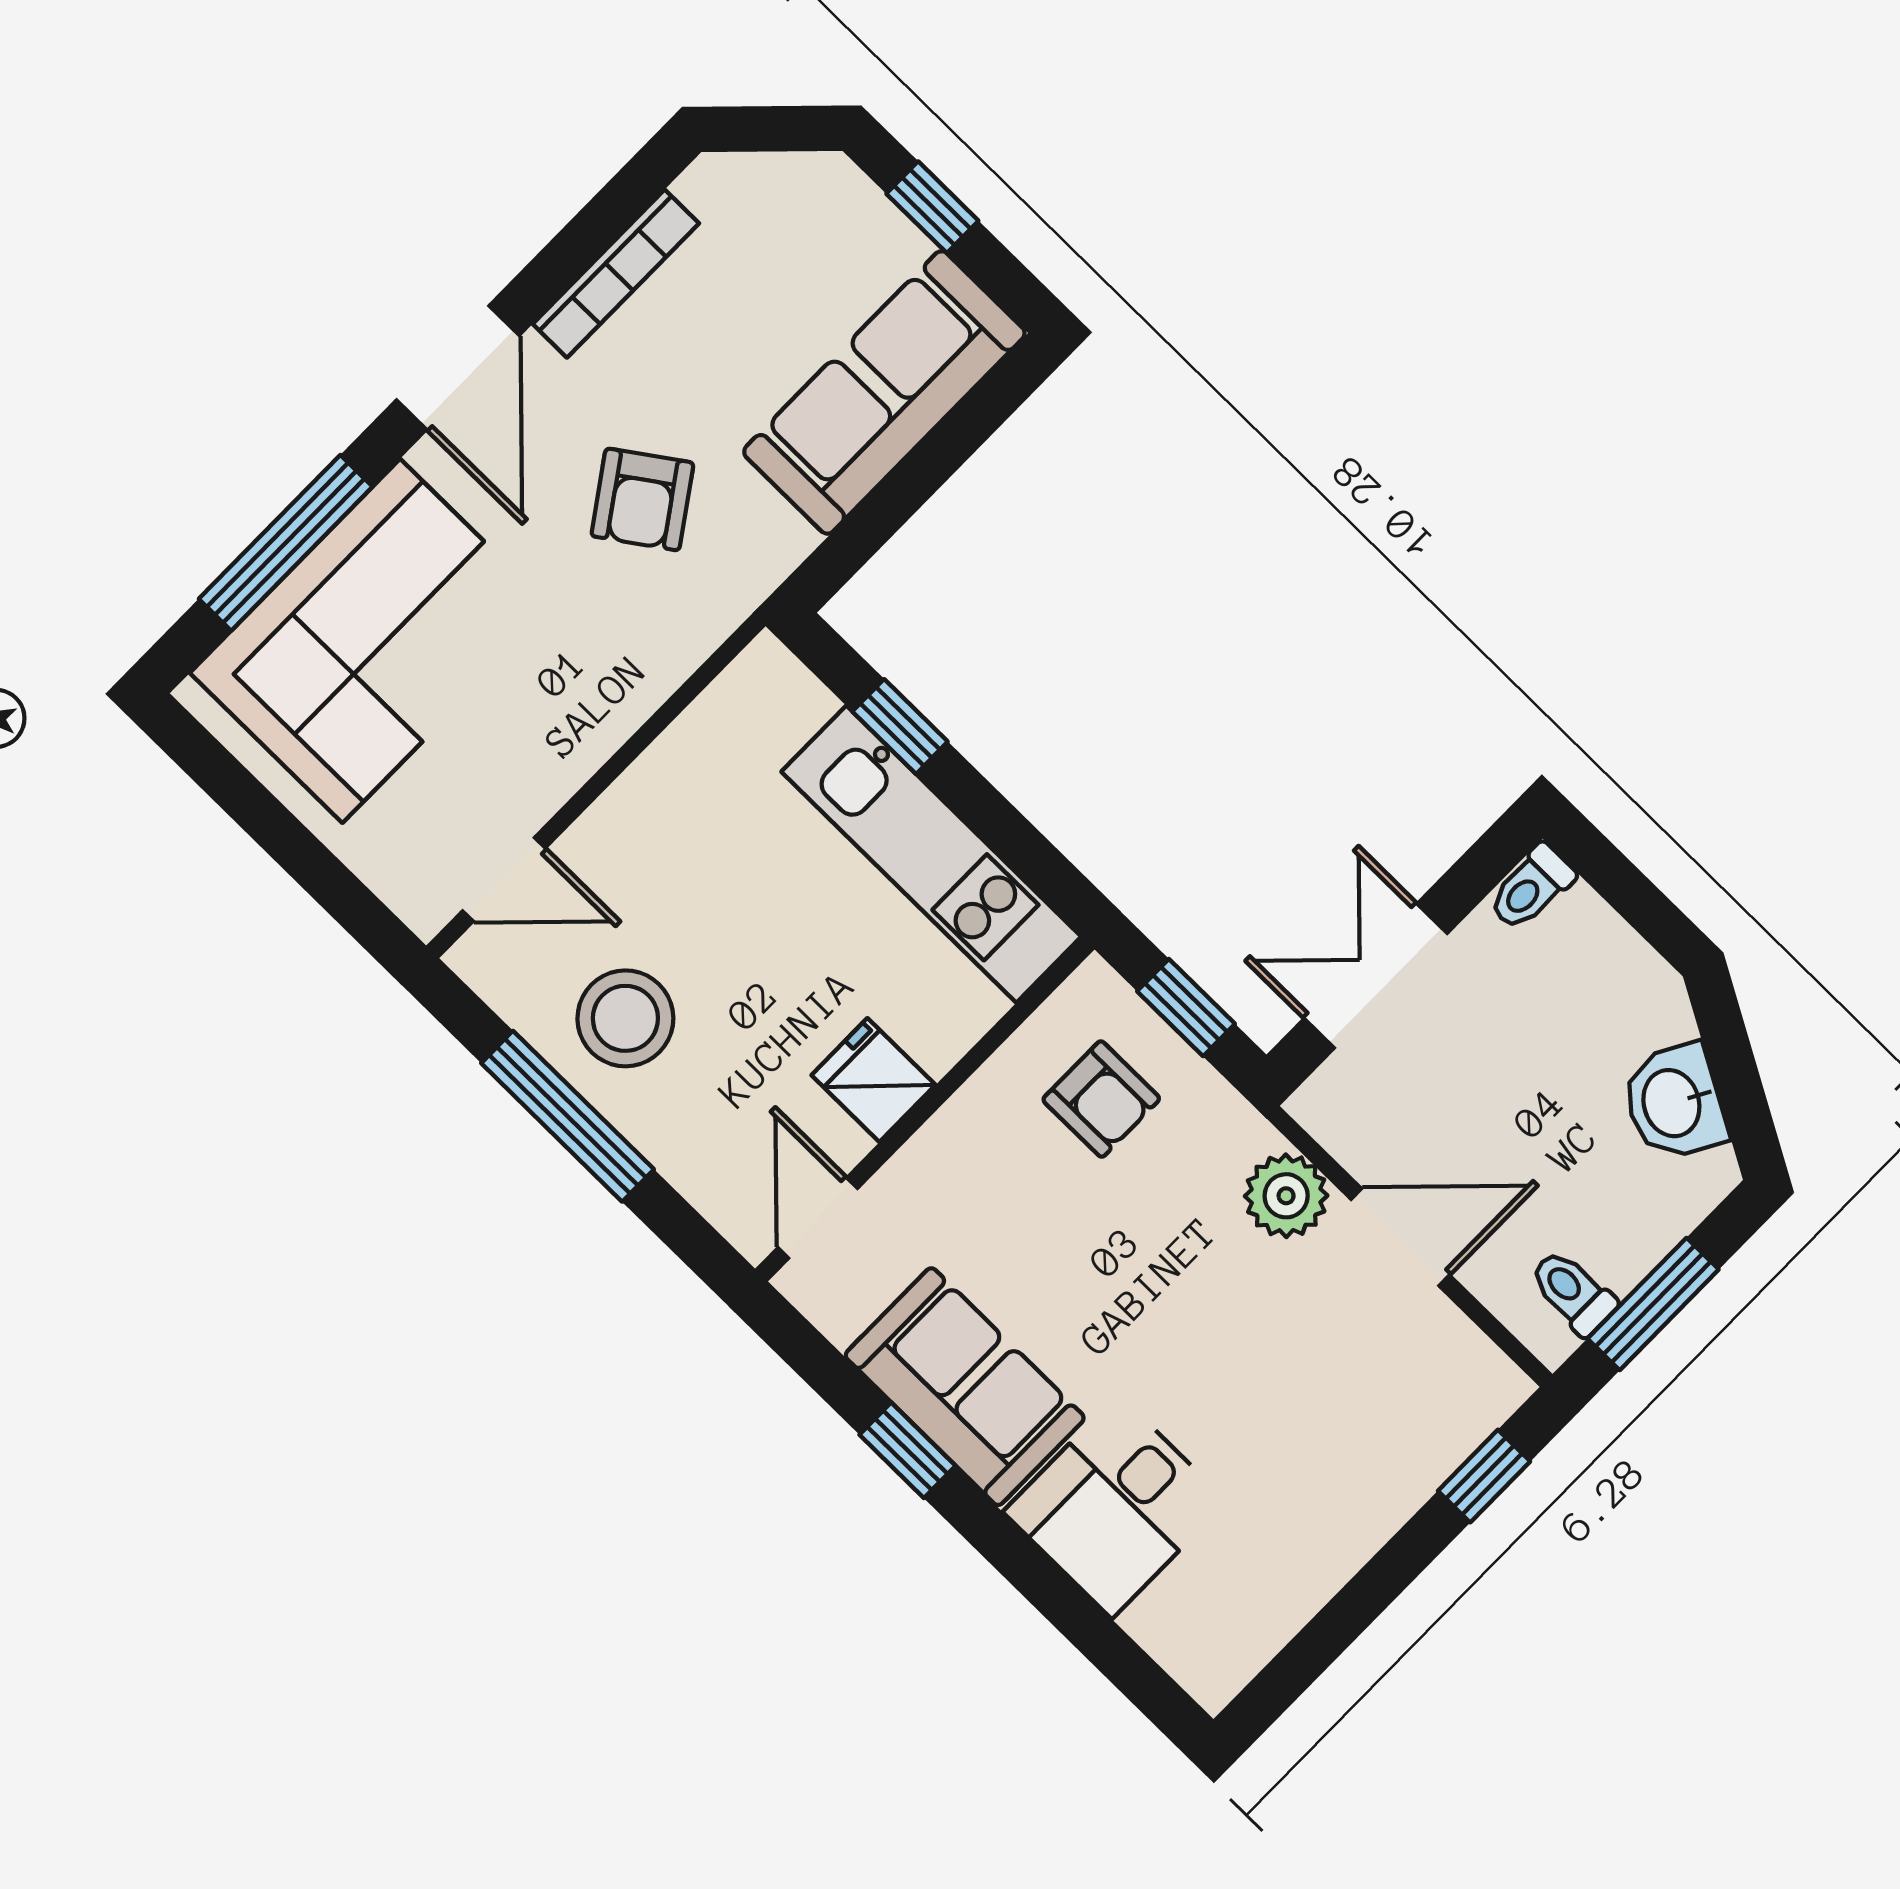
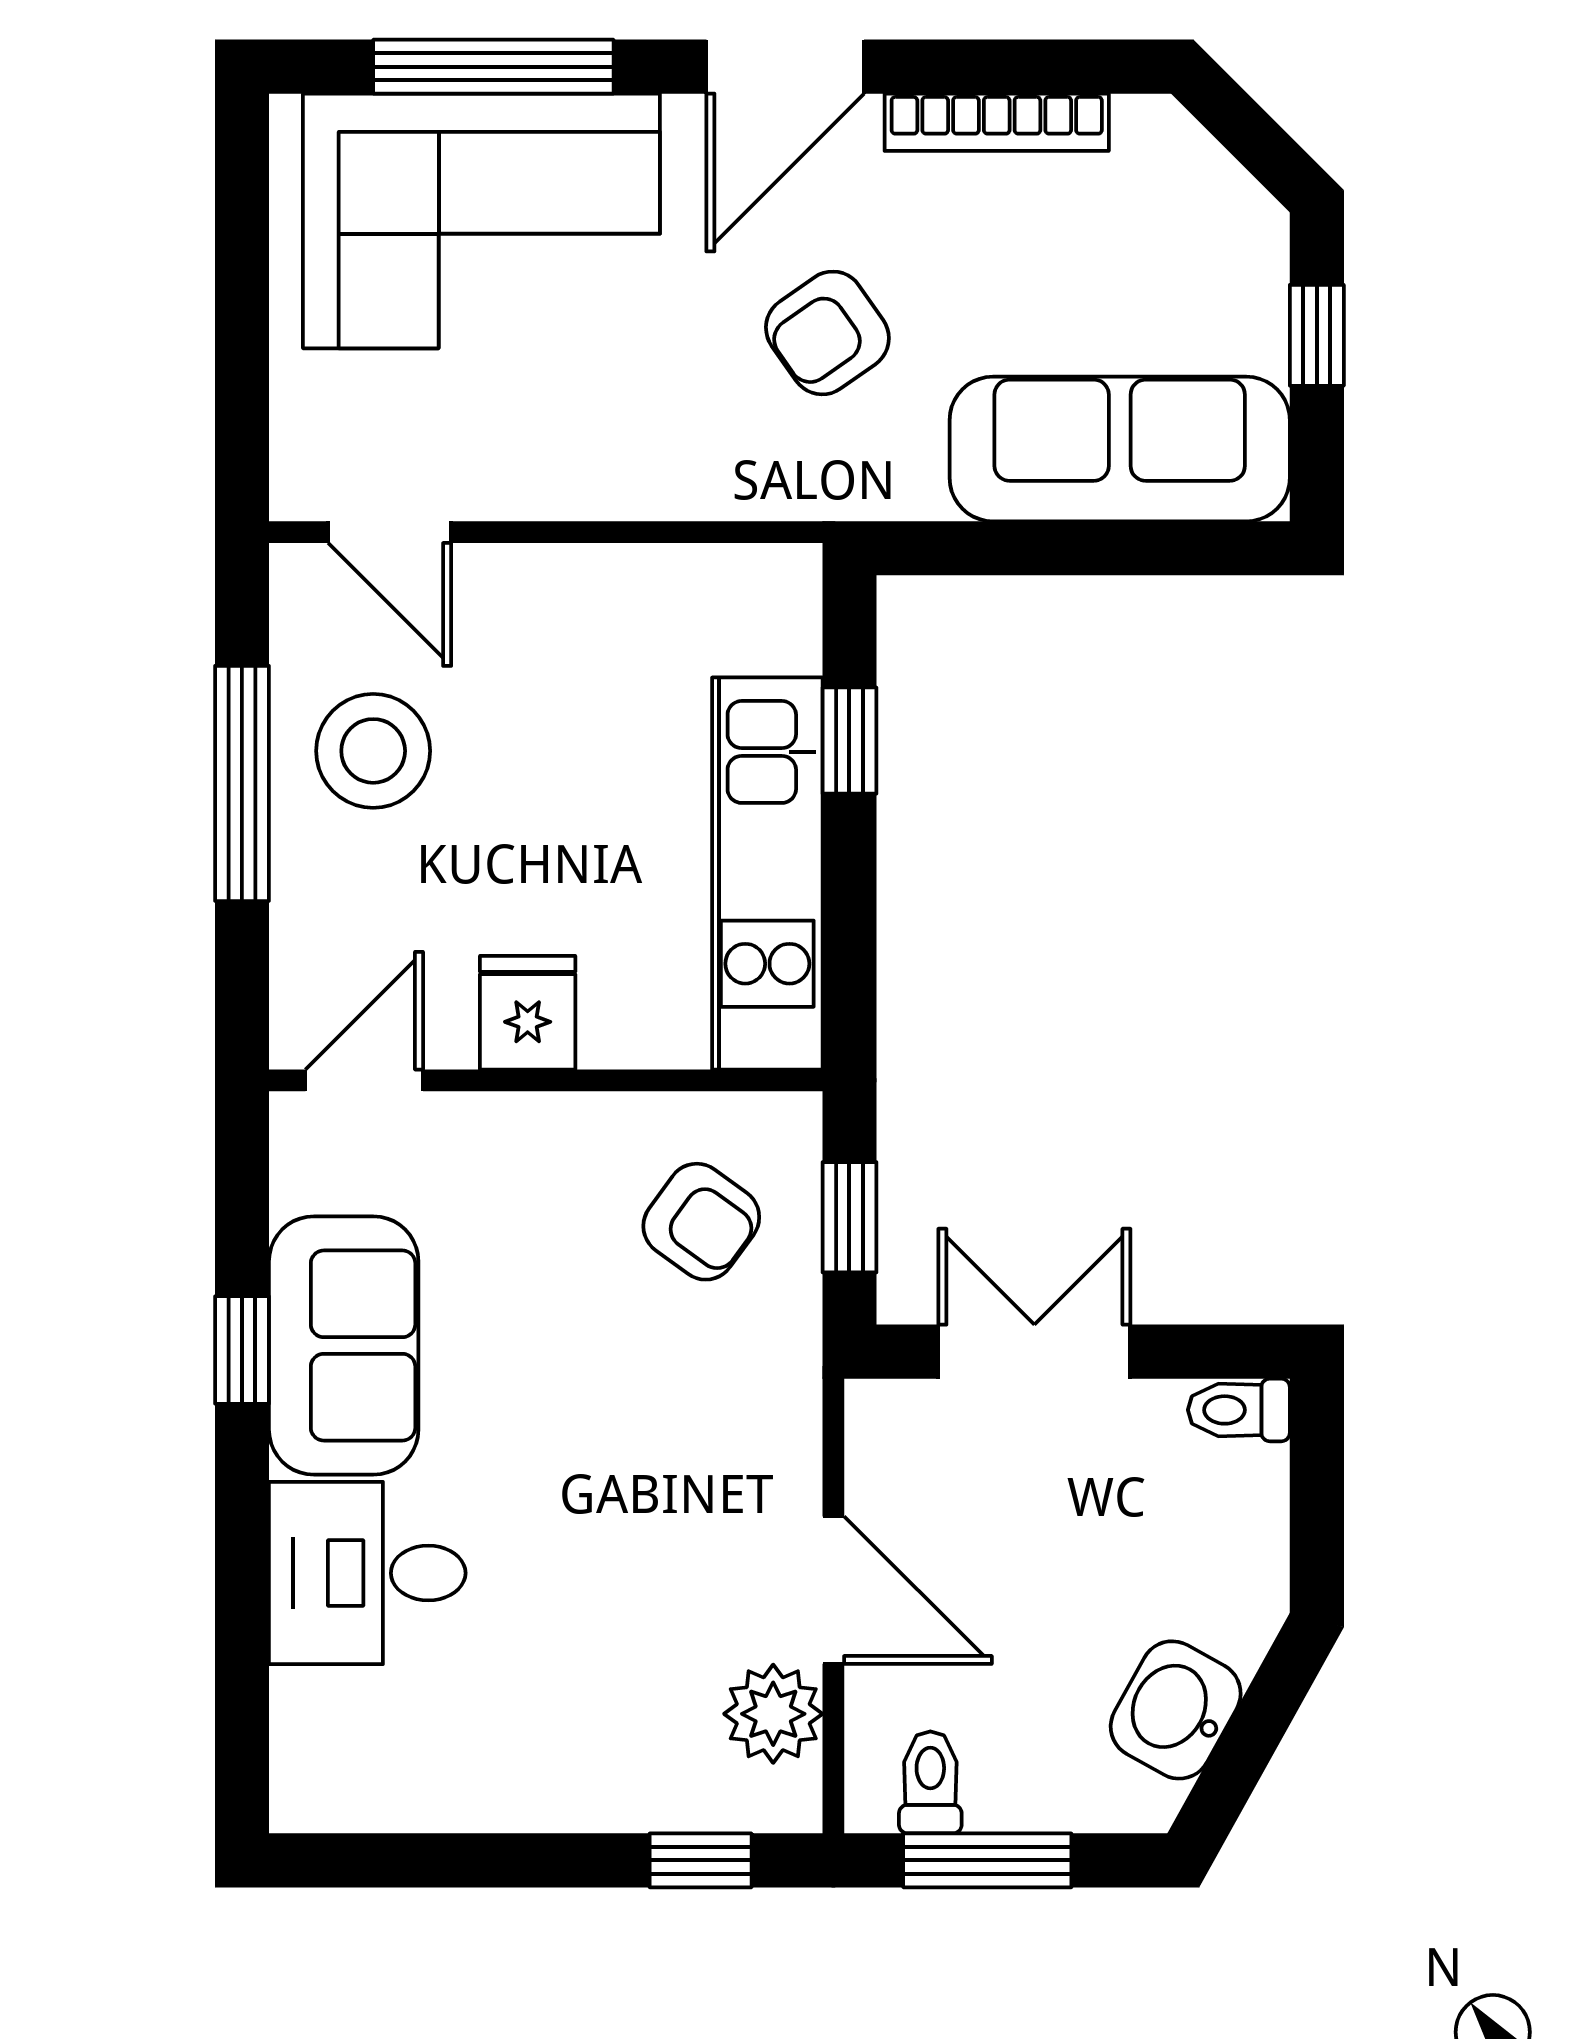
armchair: (1101, 1099) -> (701, 1222), turned -54
plant: (1286, 1196) -> (773, 1714), moved

